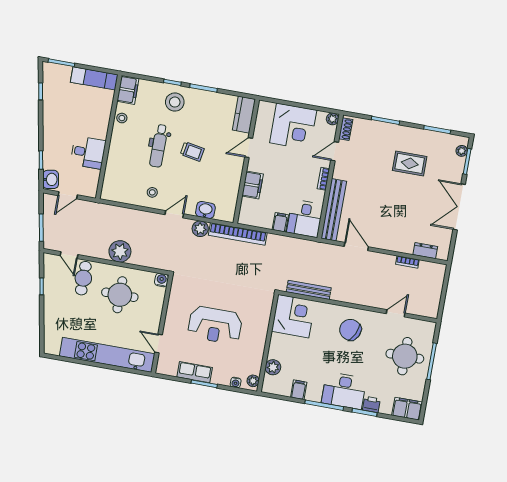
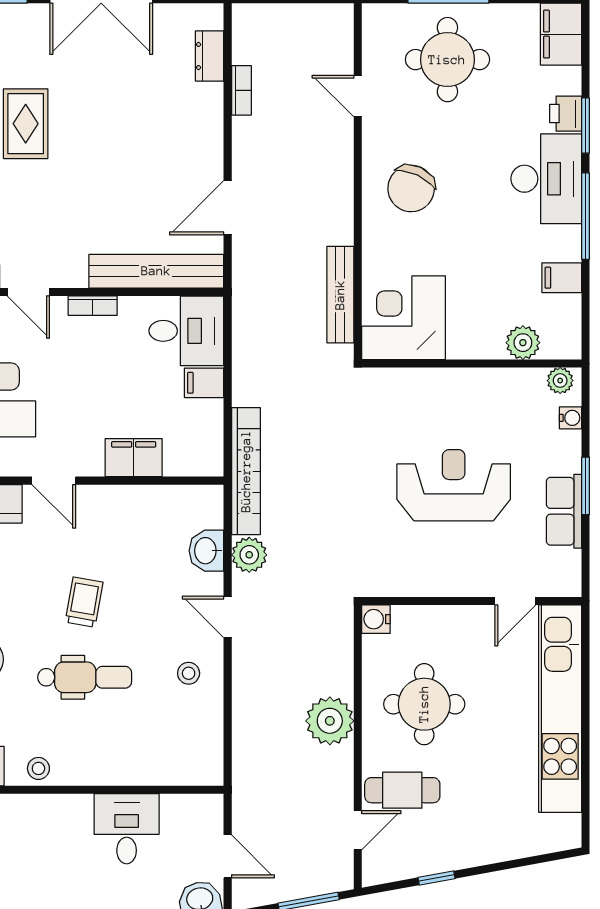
reception desk: (215, 325) -> (454, 485), turned -90

